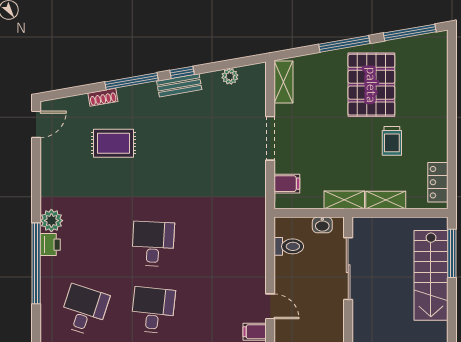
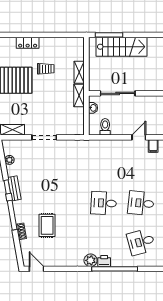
locker: (438, 182) -> (28, 43), moved
filing cabinet: (287, 184) -> (70, 128), removed
desk: (84, 310) -> (141, 242), turned -33

